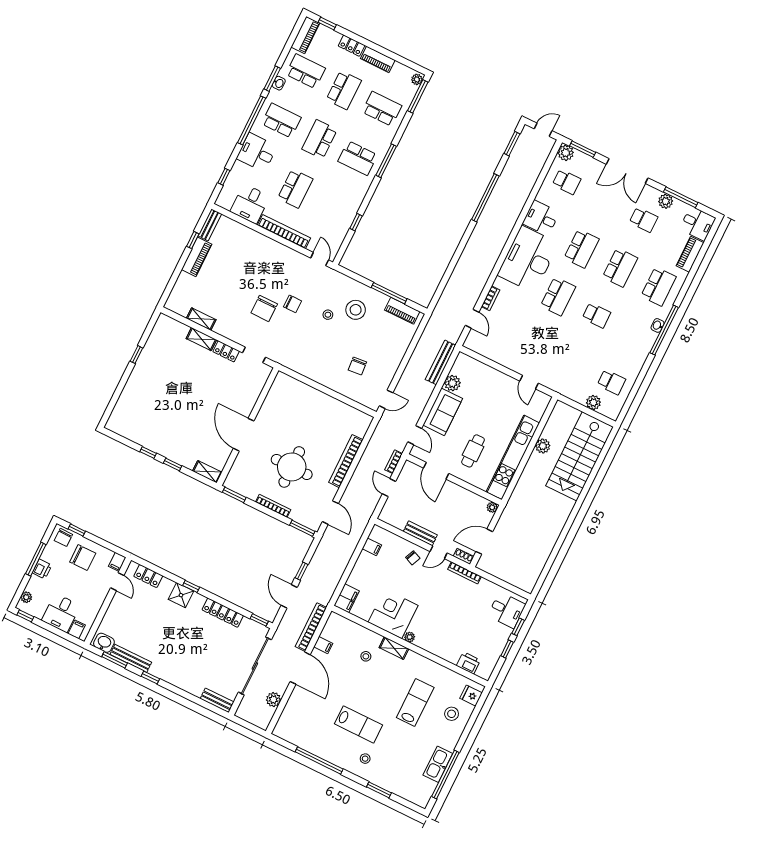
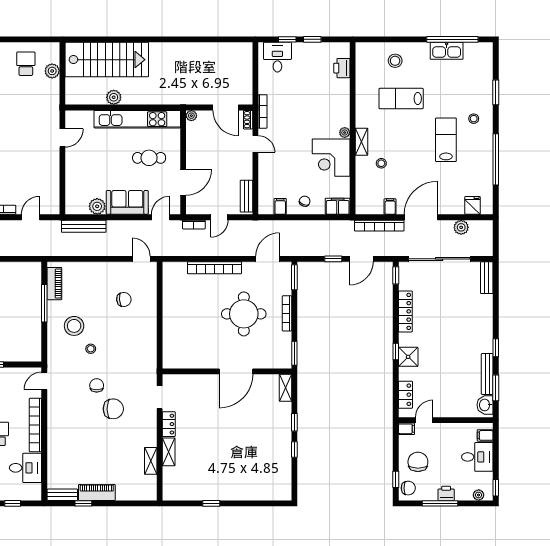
bench: (420, 533) -> (247, 196), moved
chair: (413, 558) -> (305, 201), moved
fridge: (471, 696) -> (473, 205), moved, turned 180

